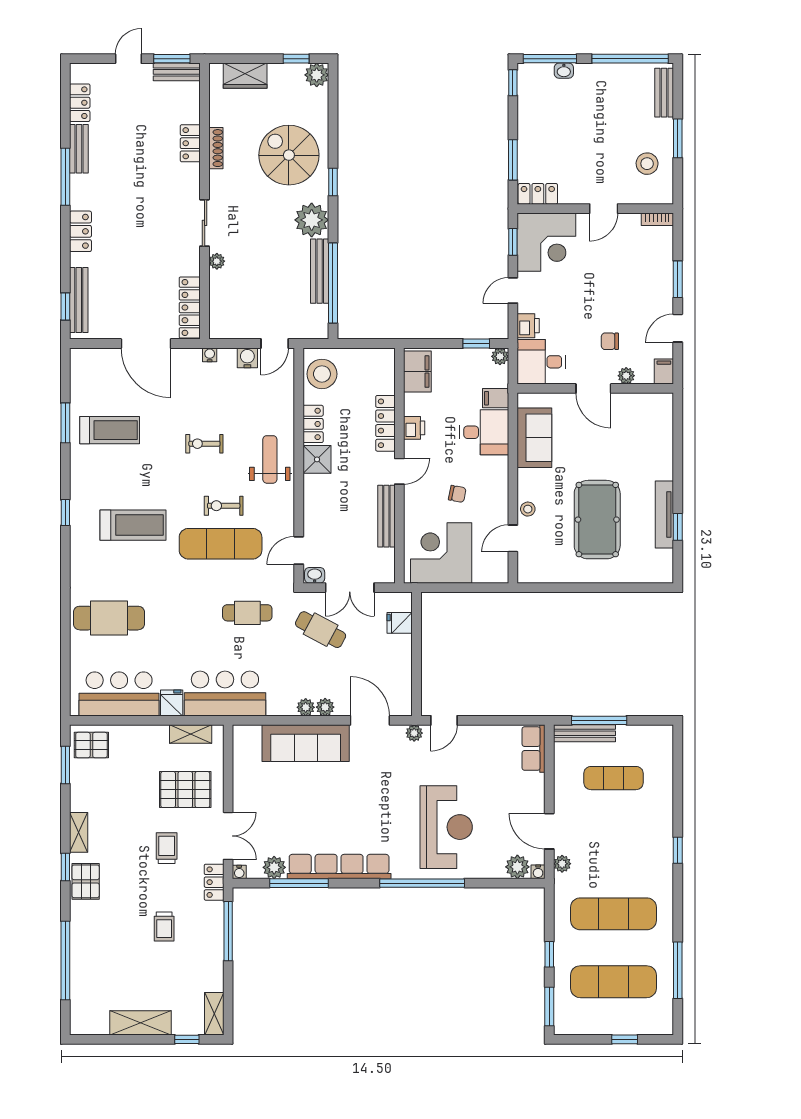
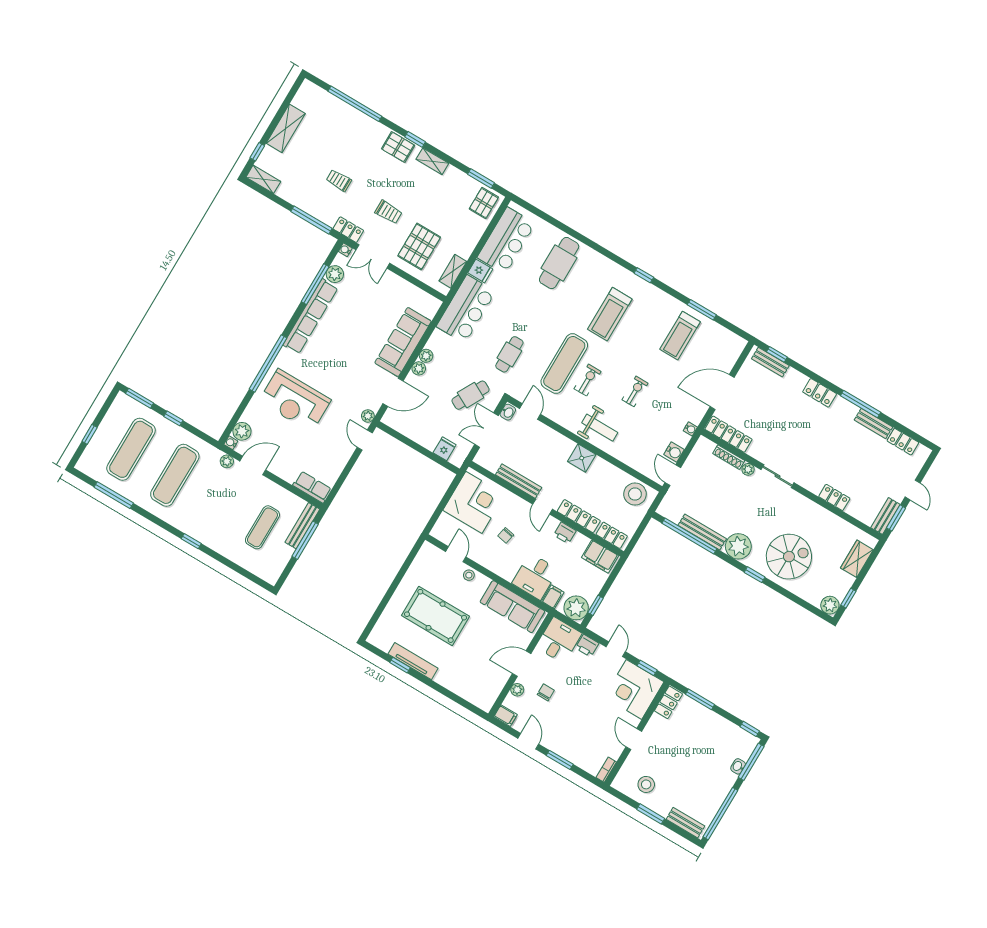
shoe rack: (216, 148) -> (729, 457), moved
bench: (79, 300) -> (770, 362), width x0.73
plant: (500, 356) -> (576, 608), width x1.88, depth x1.88
locker: (313, 424) -> (612, 535), moved, turned 180
sofa: (534, 438) -> (512, 607), width x1.36

